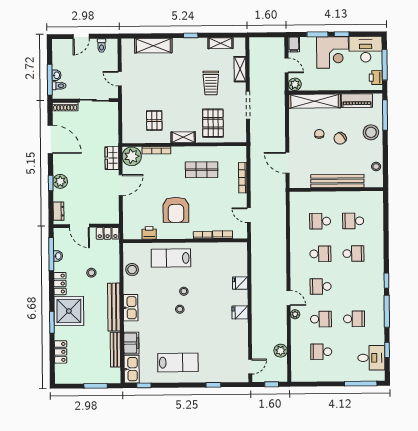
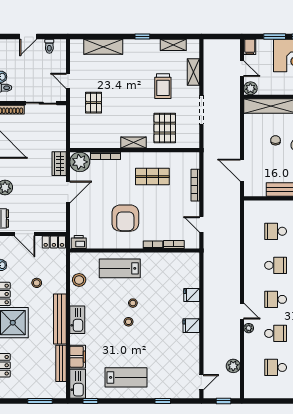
pallet: (154, 121) -> (94, 103), moved
printer: (149, 233) -> (79, 242), moved

